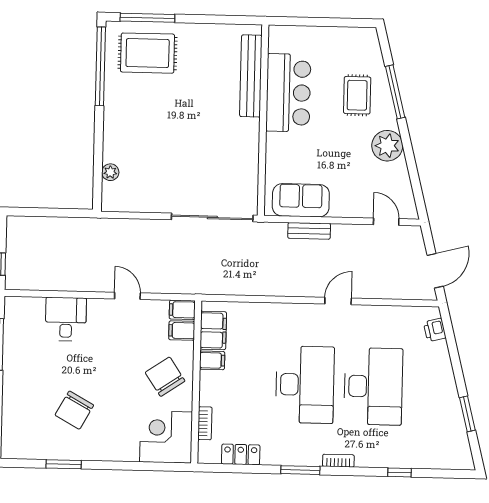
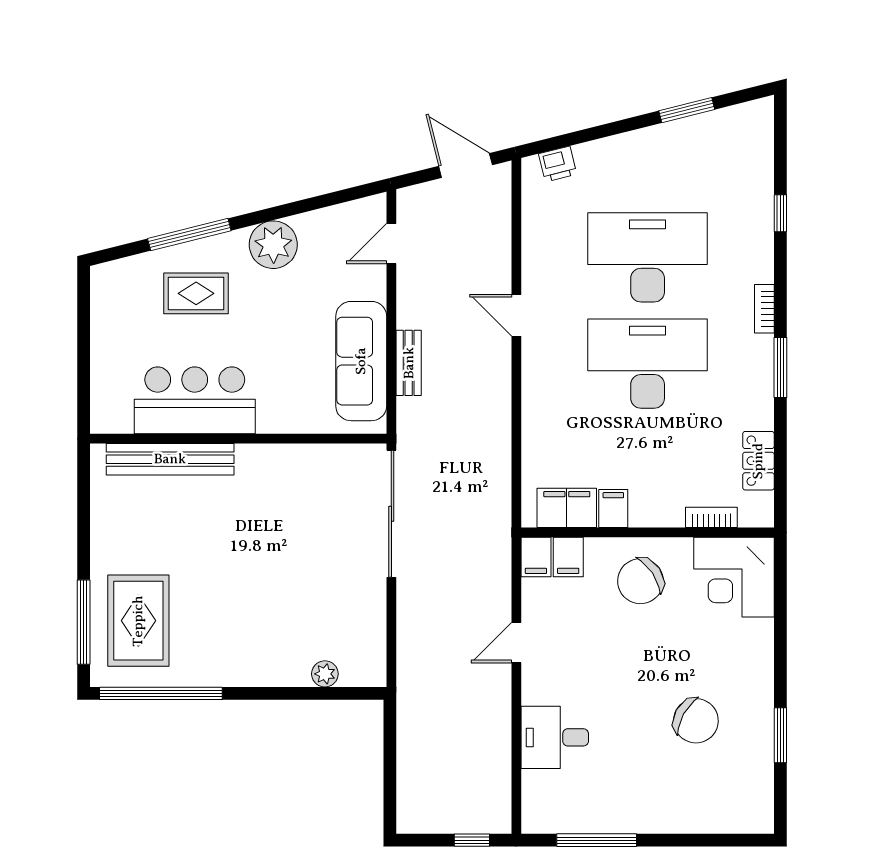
sofa: (301, 200) -> (361, 361), width x1.36

